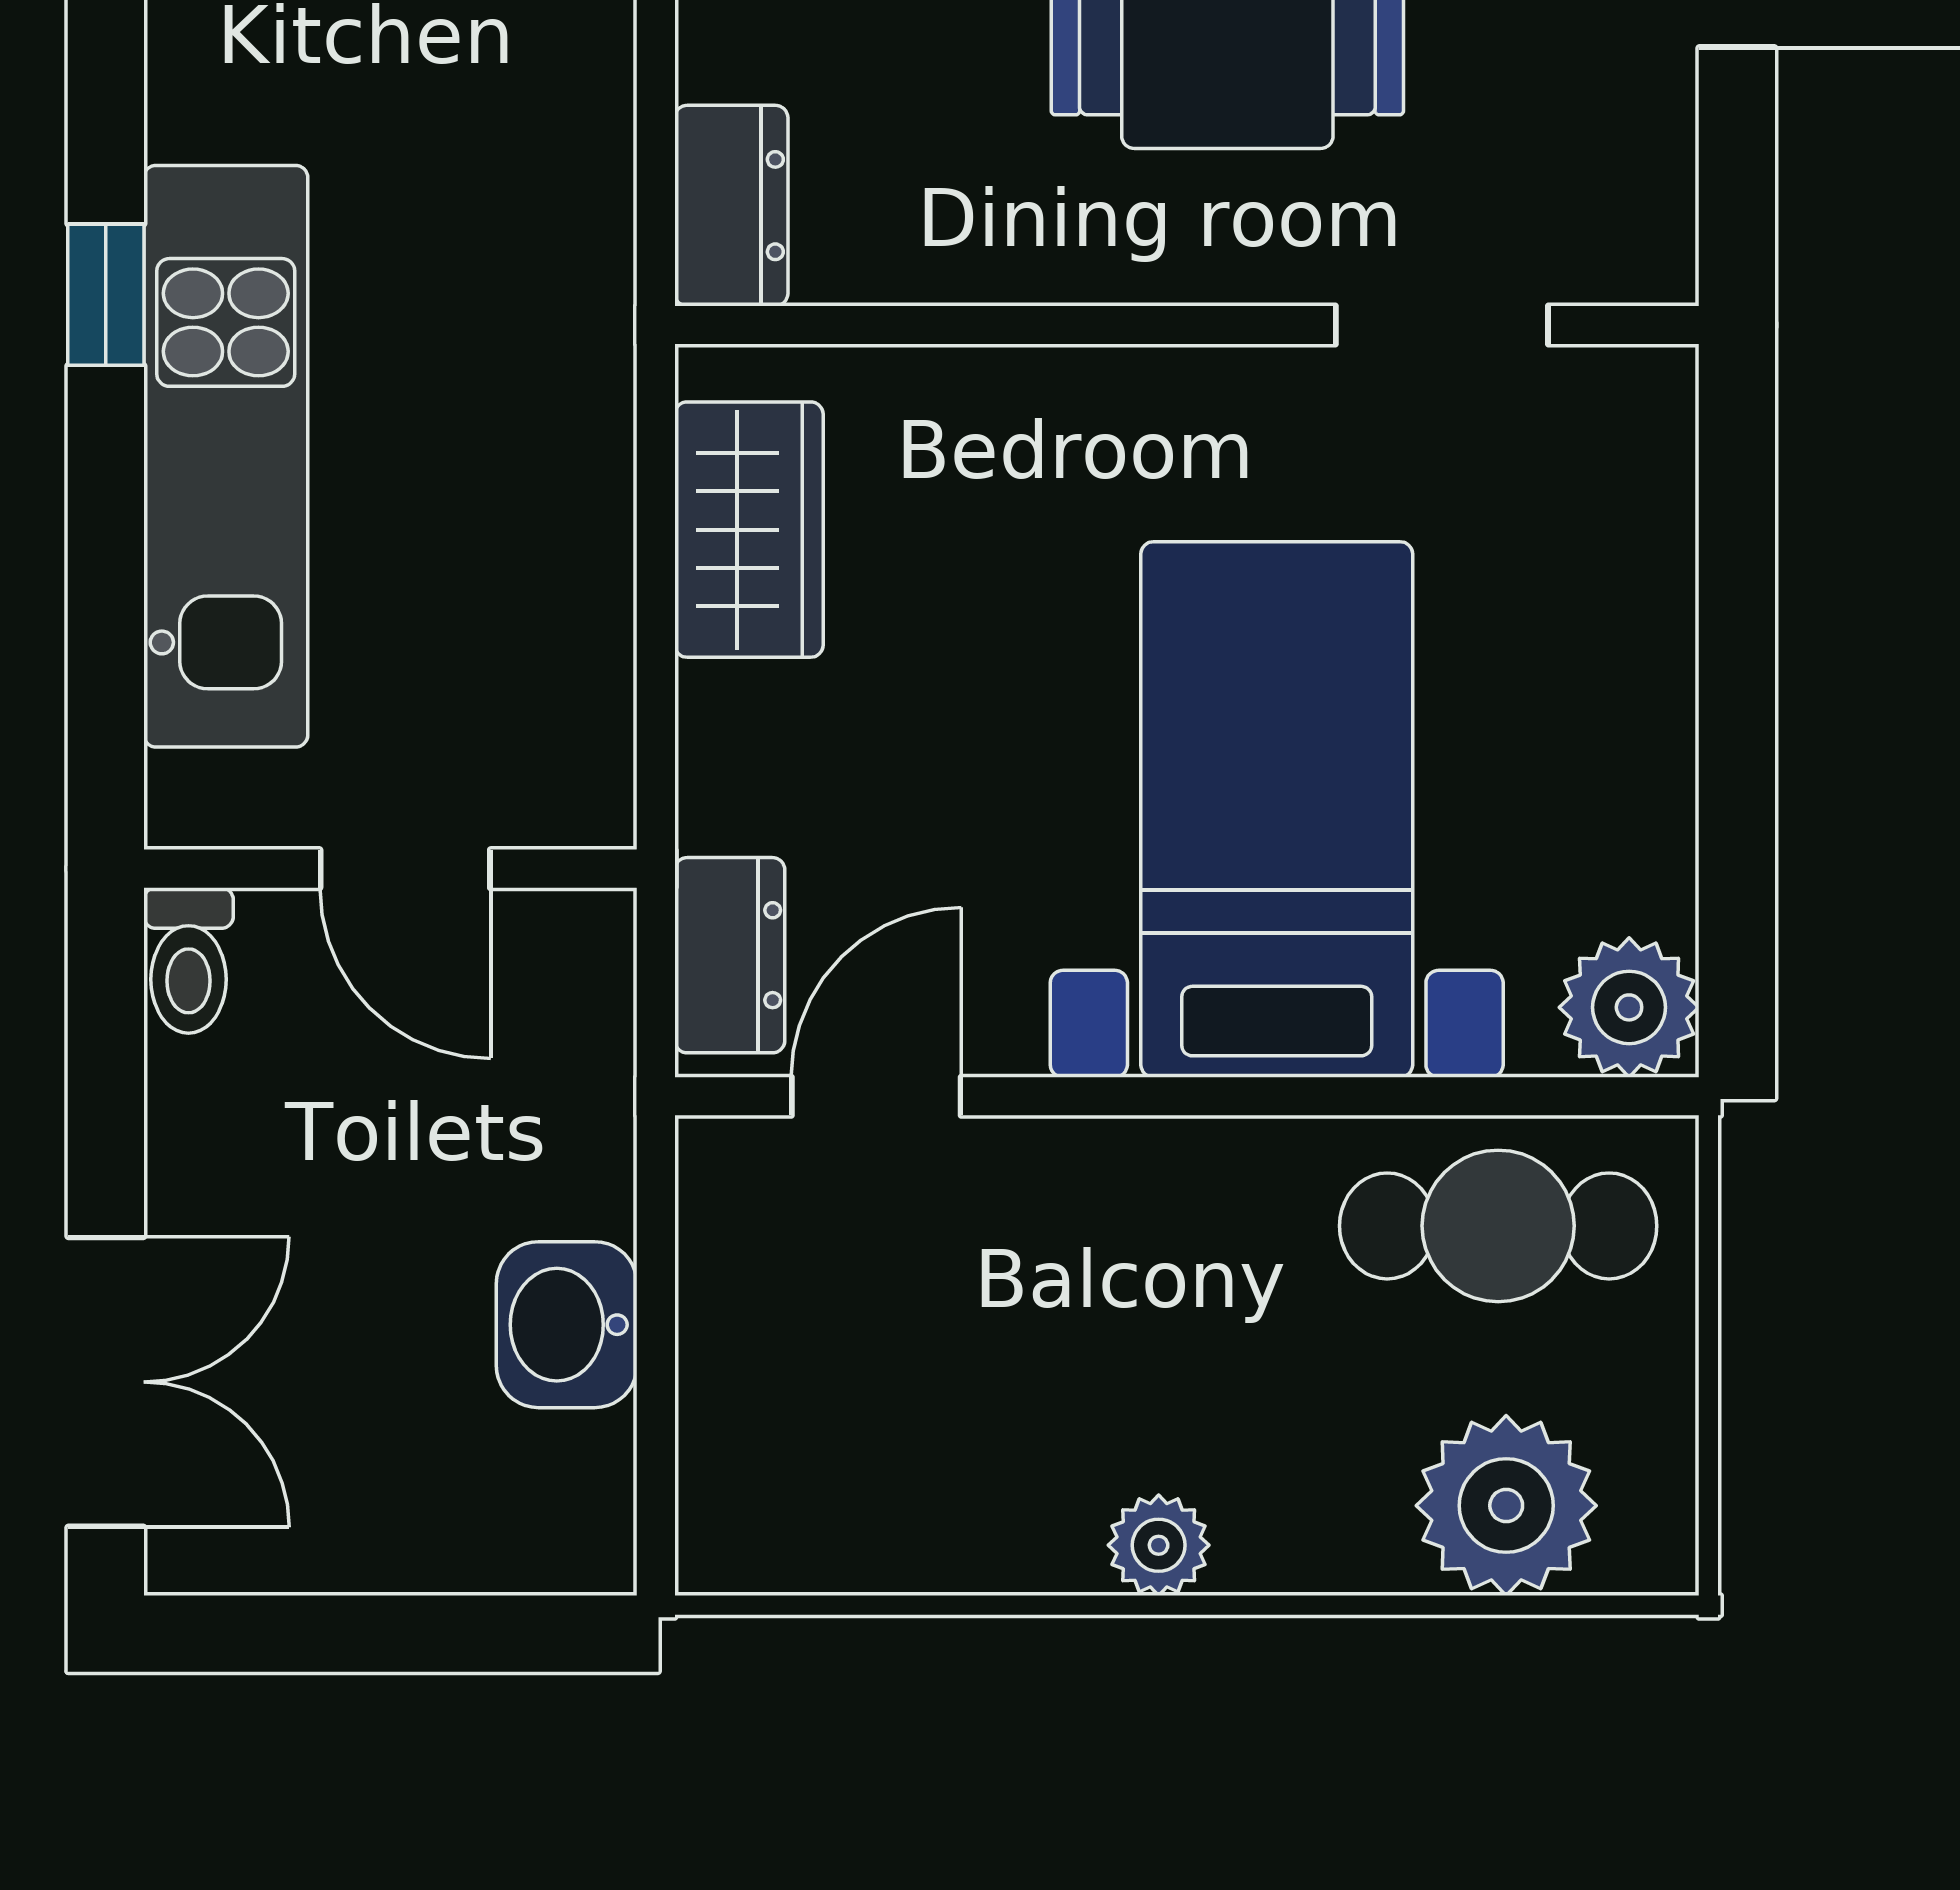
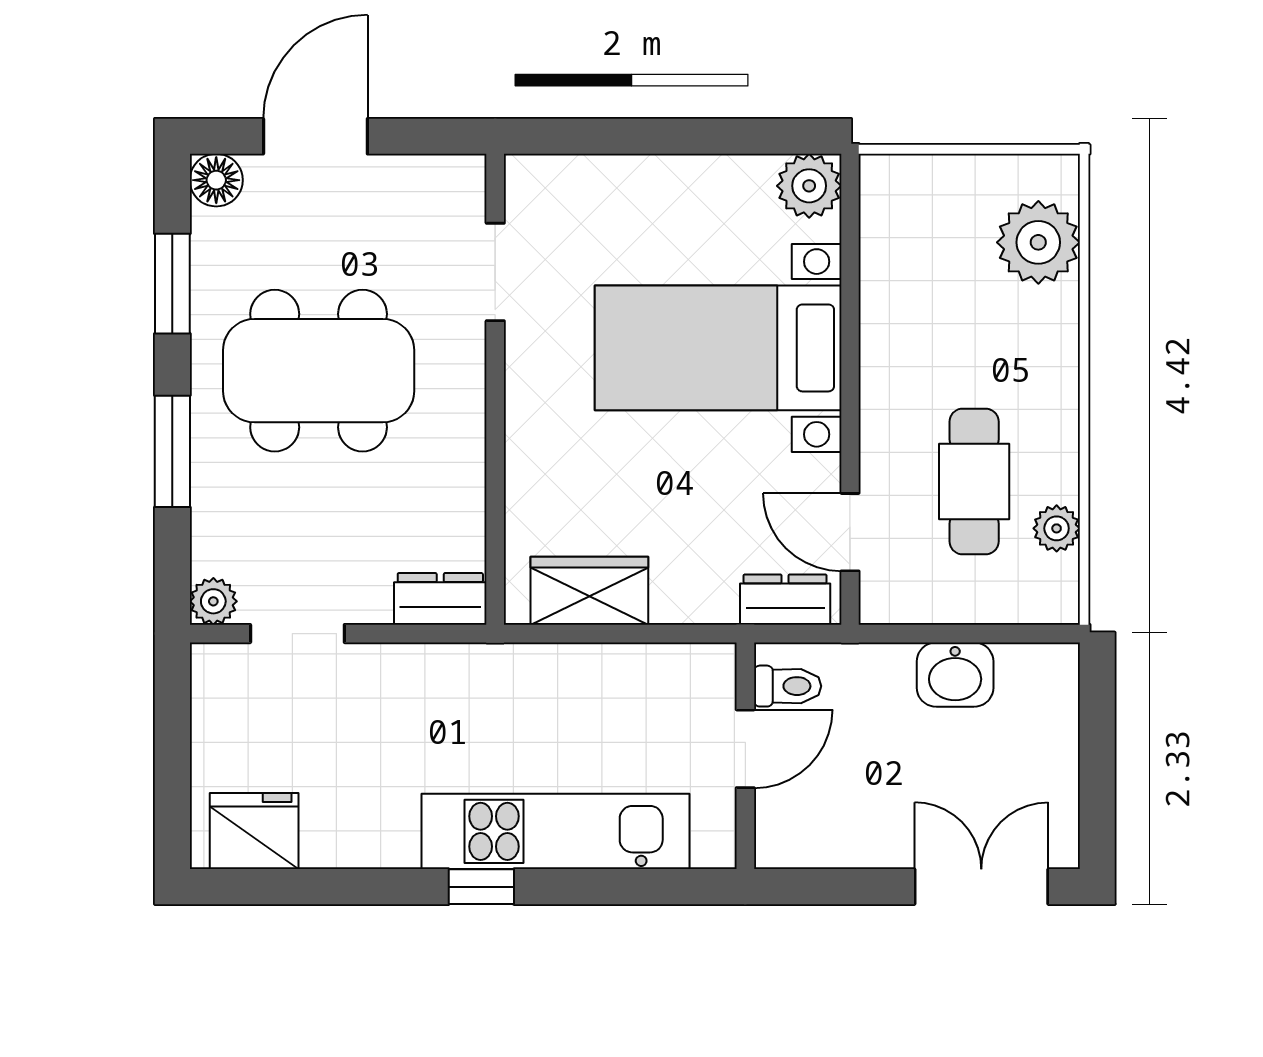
toilet: (188, 961) -> (788, 686), moved
cafe table: (1498, 1226) -> (974, 481), moved
plant: (1159, 1545) -> (1057, 528), moved

